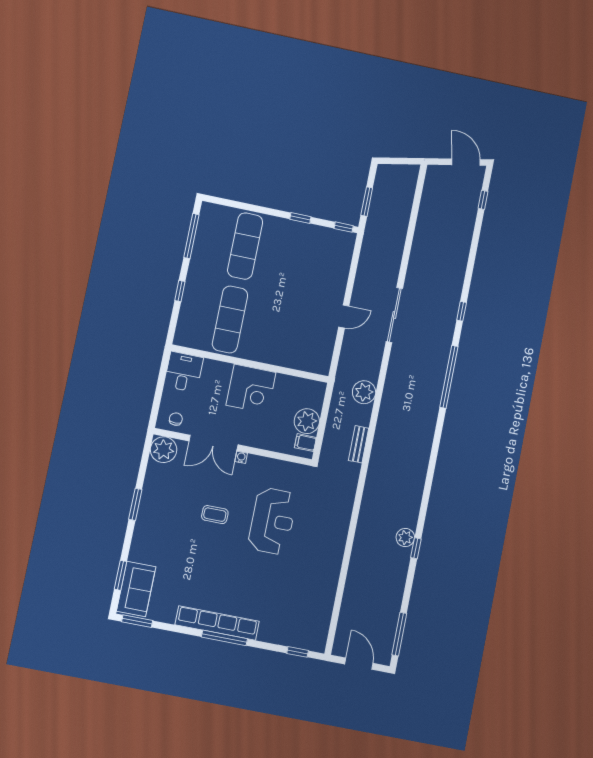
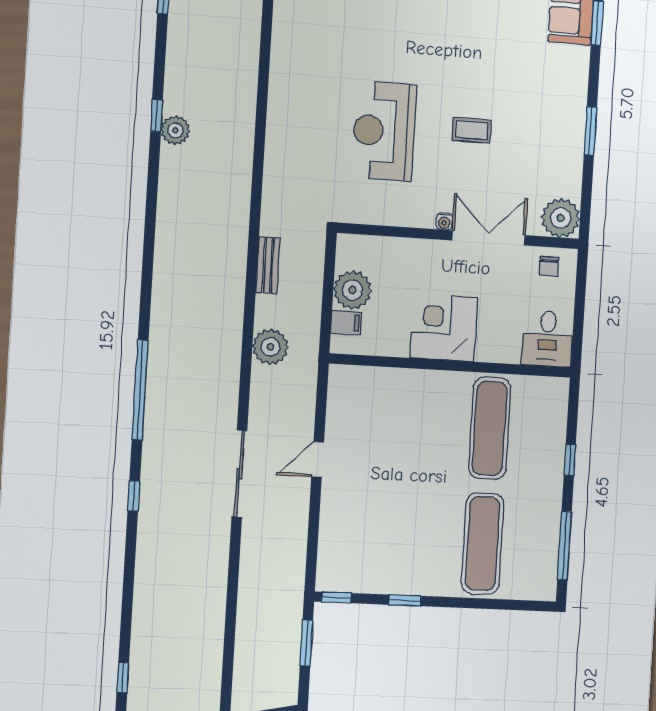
filing cabinet: (305, 443) -> (346, 322), moved

